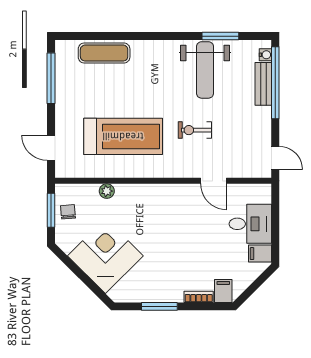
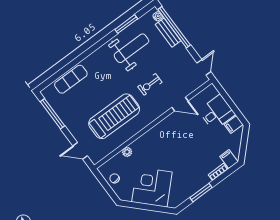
weight bench: (205, 70) -> (131, 48), turned -90
door: (275, 158) -> (204, 67), hinge flipped
window: (51, 210) -> (105, 184), removed

